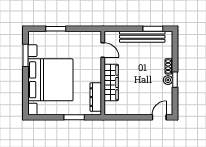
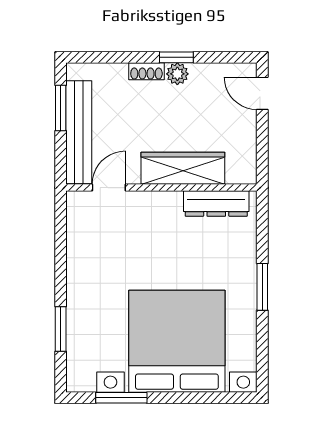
door: (103, 50) -> (109, 188), moved
wall: (103, 73) -> (161, 188), moved
wardrobe: (111, 82) -> (183, 168), moved
dresser: (96, 97) -> (216, 204), moved

